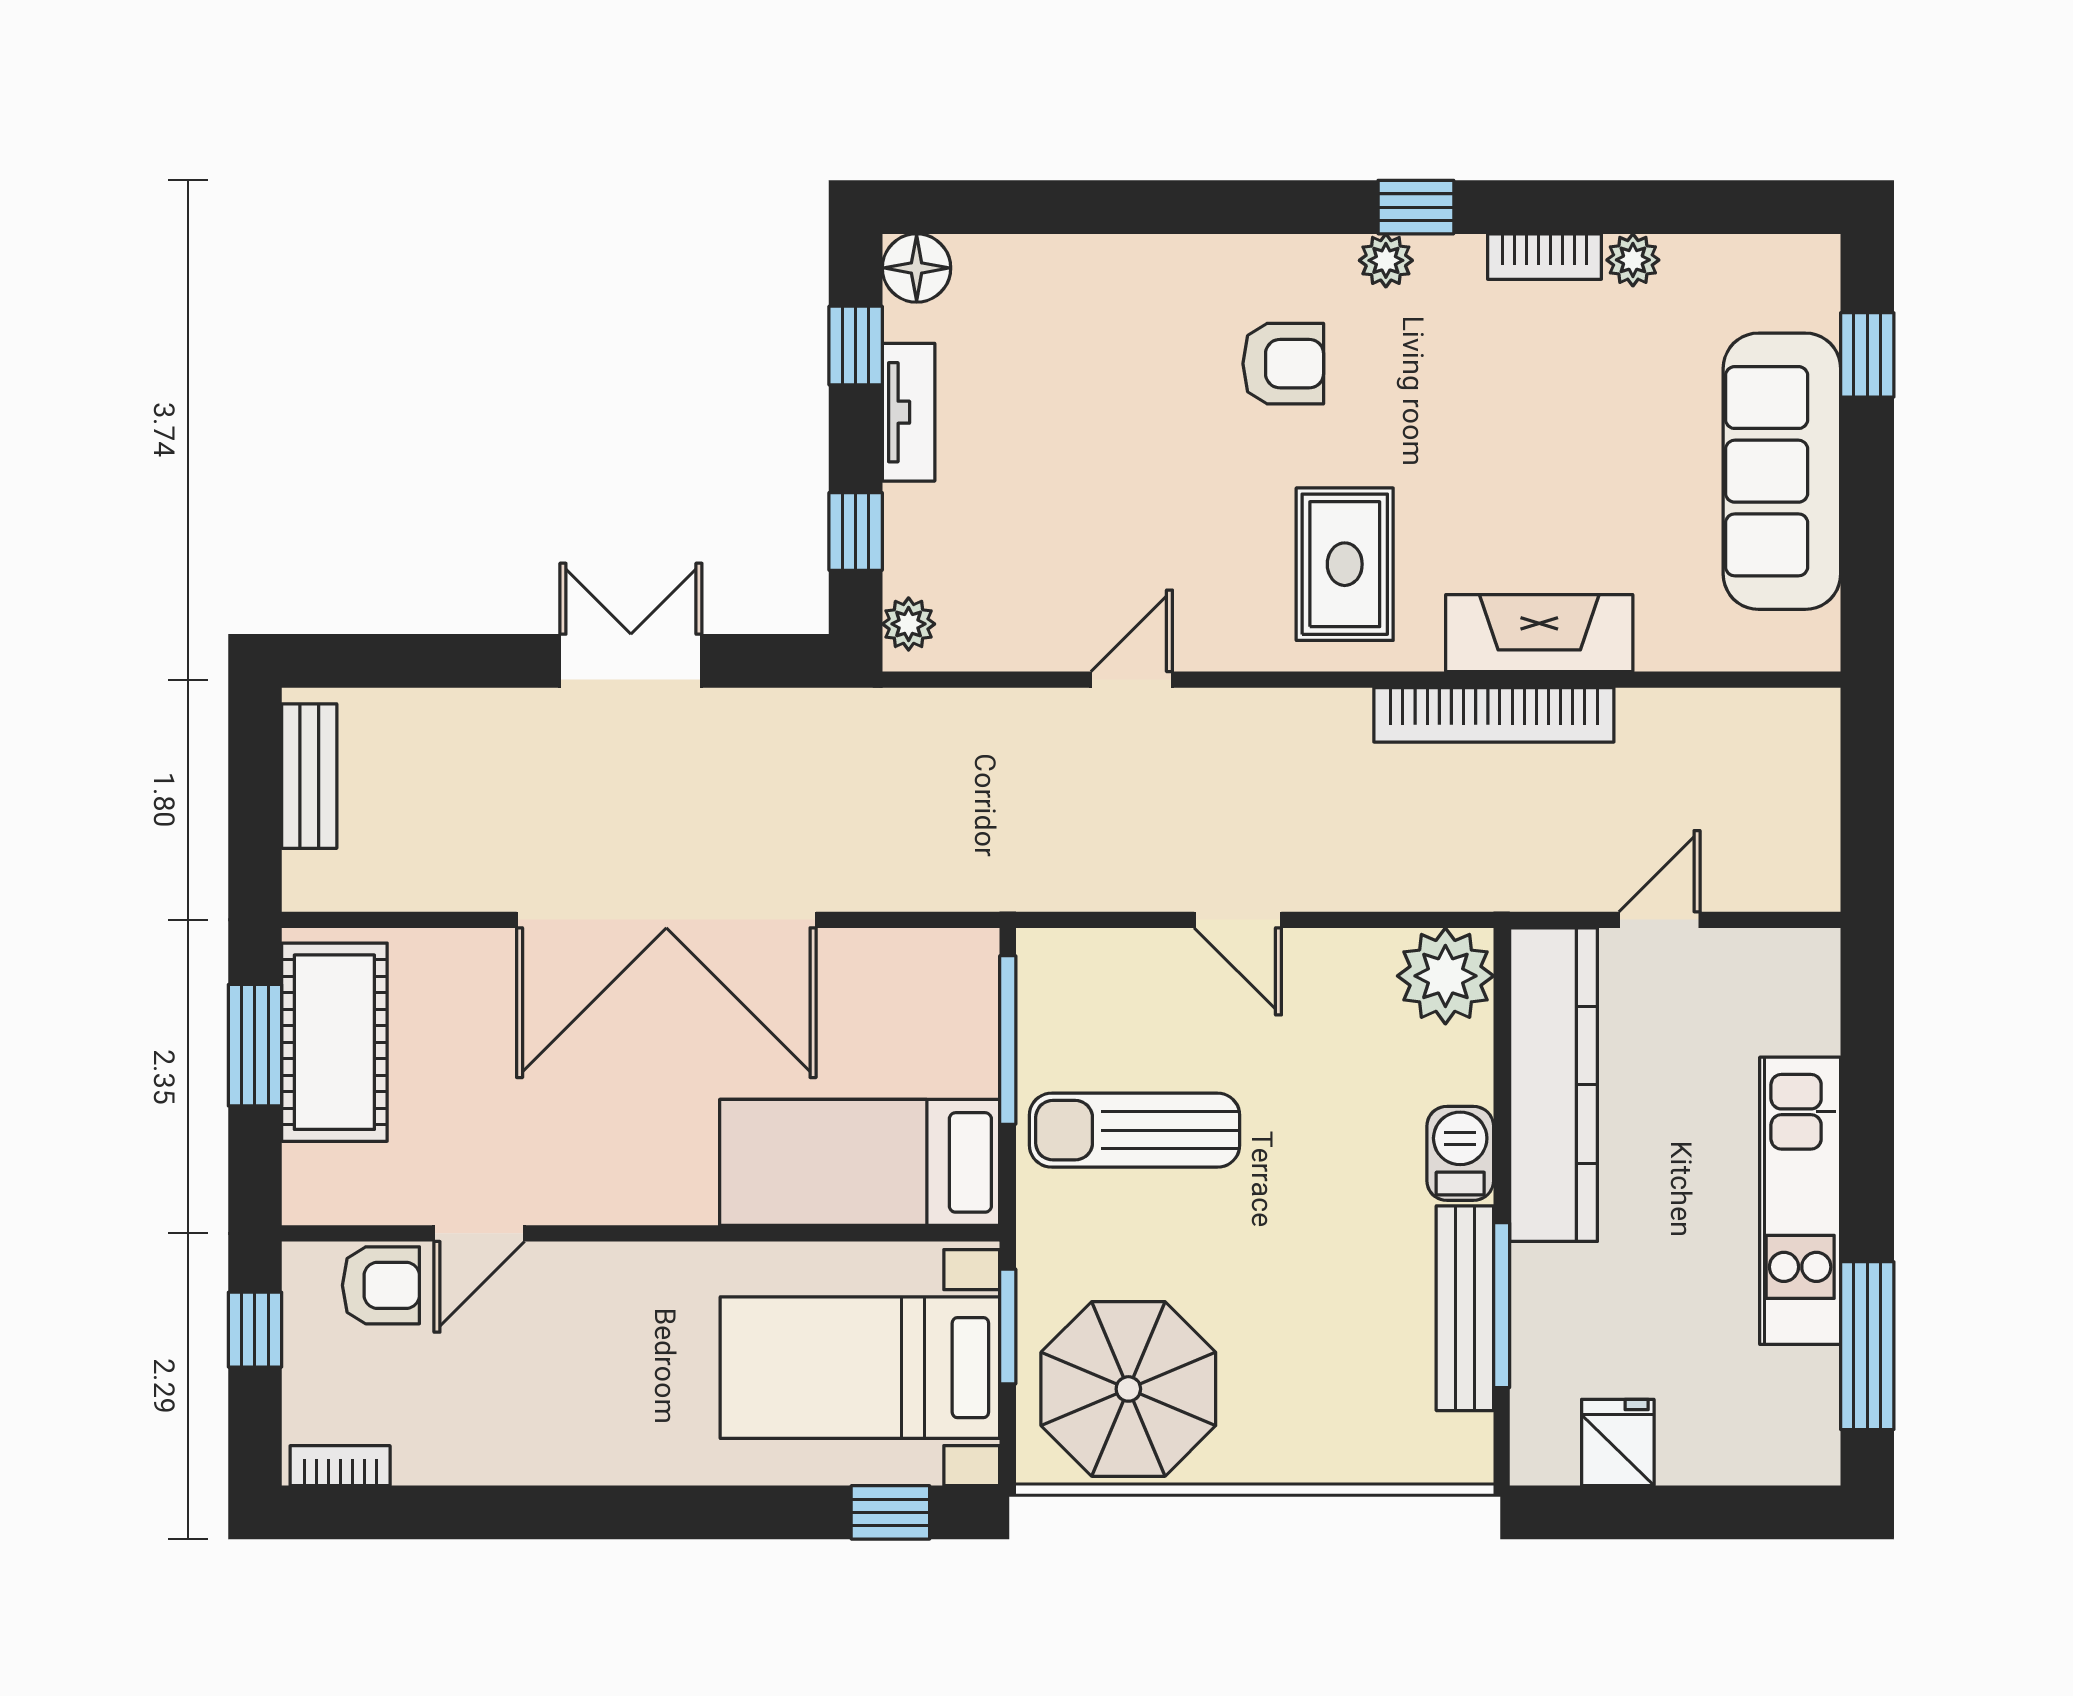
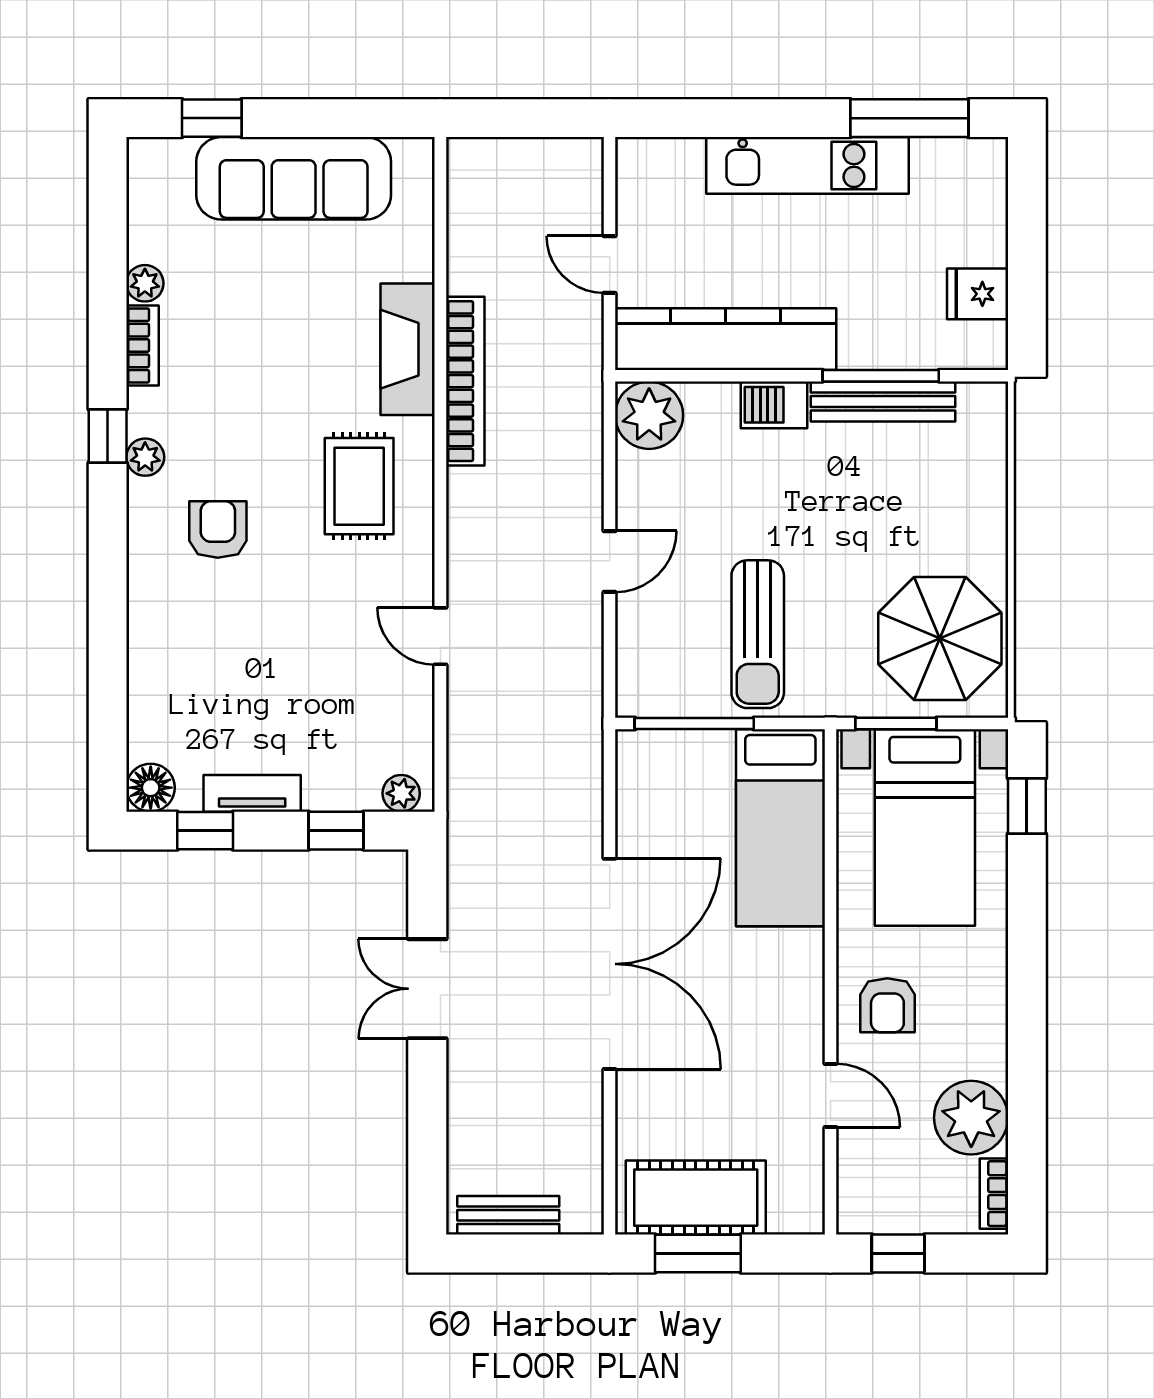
rug: (1345, 564) -> (359, 486), turned 90
armchair: (381, 1285) -> (887, 1005), moved, turned 180
plant: (448, 1433) -> (971, 1118), added

